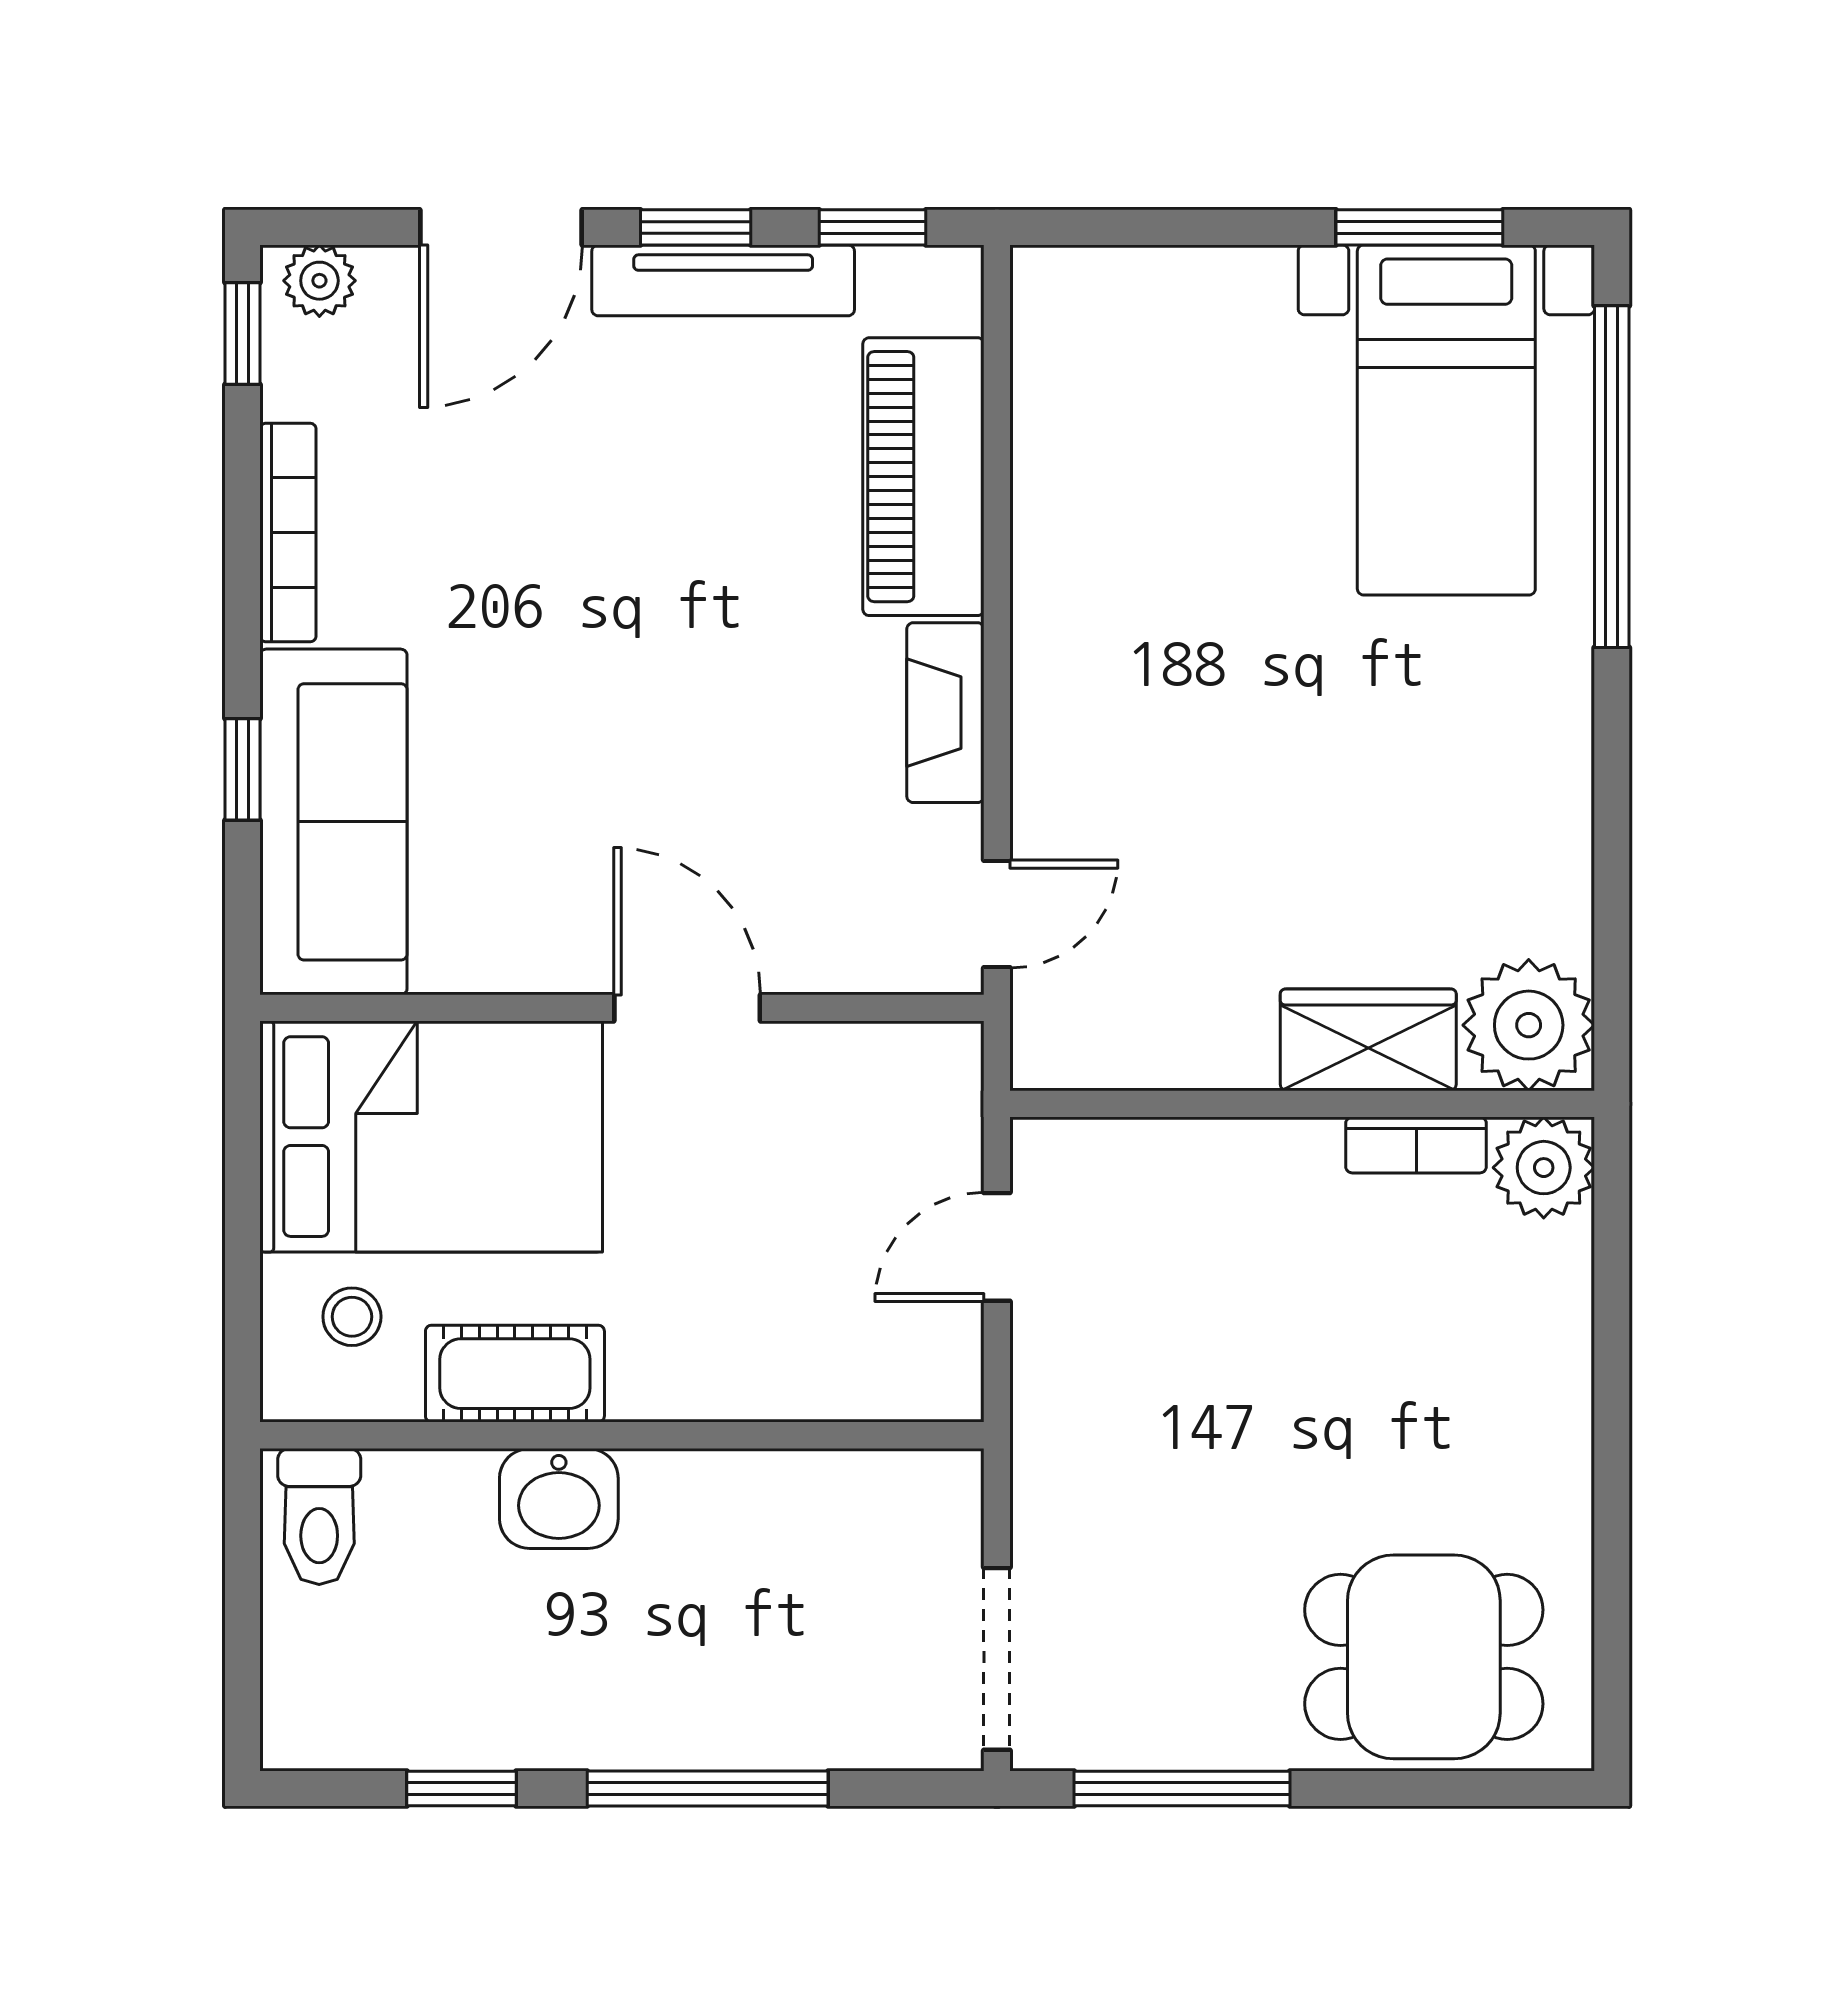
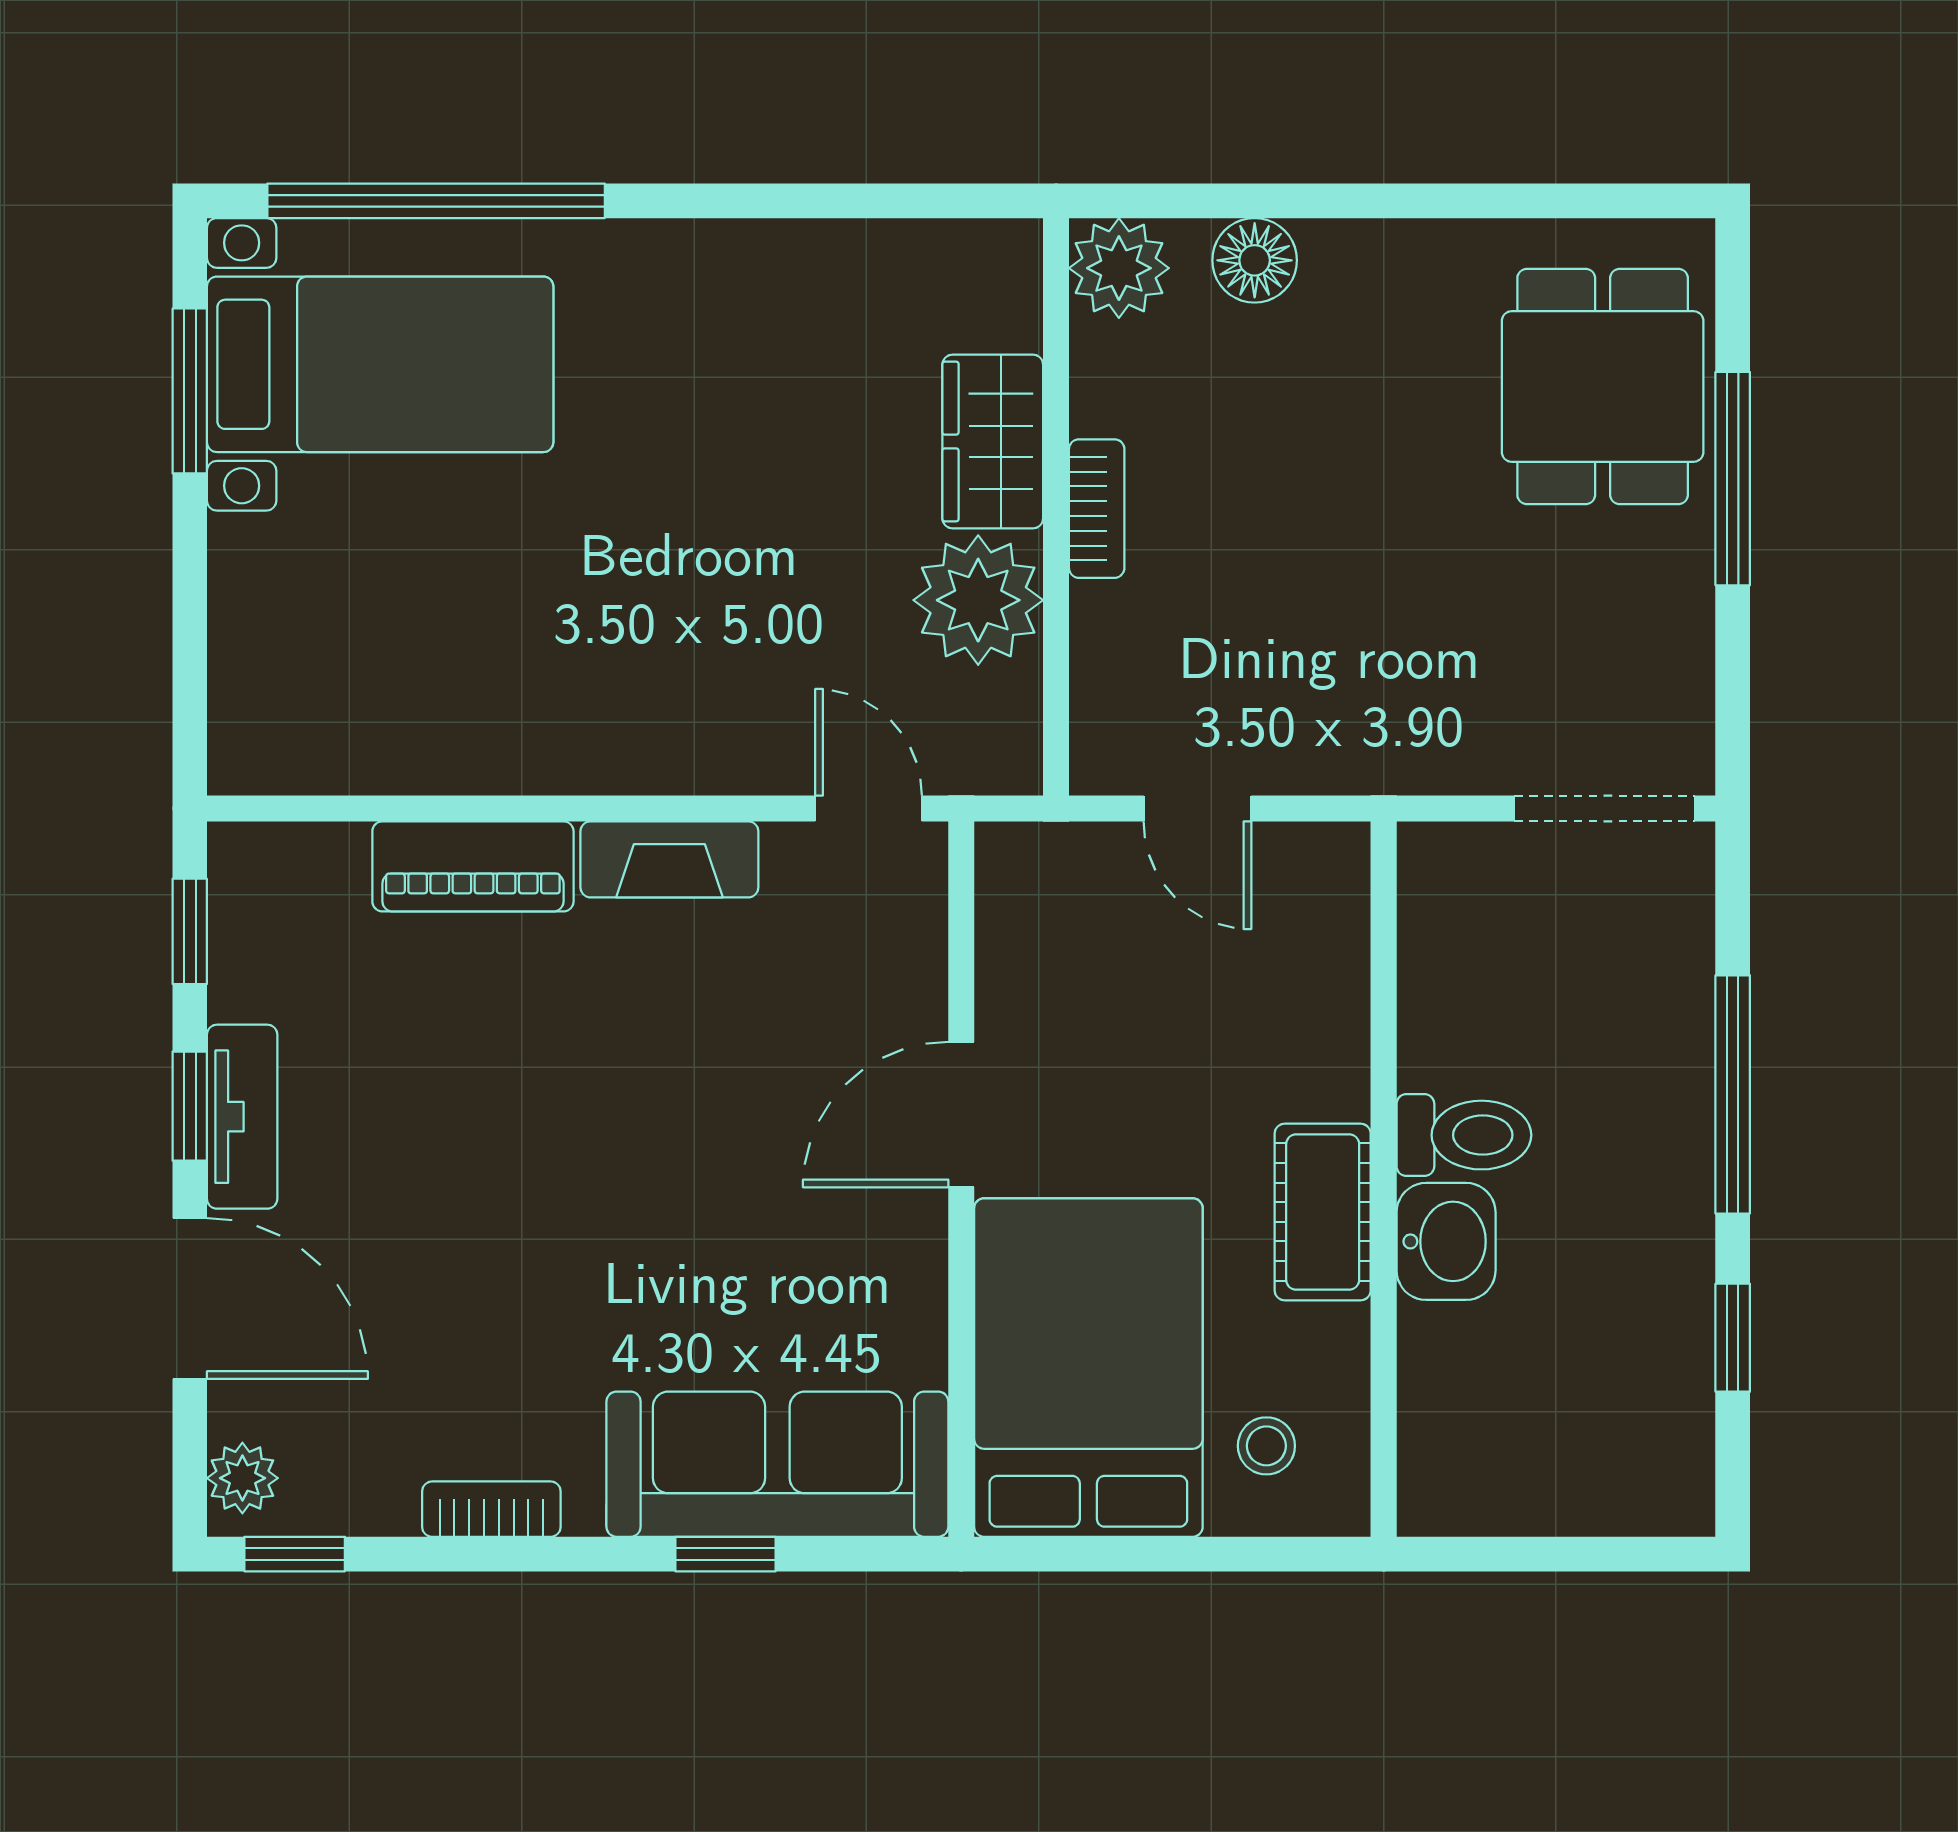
tv unit: (723, 280) -> (242, 1117), width x0.71
piano: (923, 477) -> (473, 866), width x0.73, depth x0.75
bookcase: (288, 533) -> (491, 1509), width x0.64
plant: (1529, 1025) -> (978, 600), moved
bookcase: (1416, 1145) -> (1097, 509), moved
floor lamp: (1552, 1305) -> (1255, 260), added
cot: (515, 1374) -> (1323, 1212), moved
toilet: (319, 1517) -> (1464, 1135), moved
window: (1182, 1788) -> (1733, 479), moved

